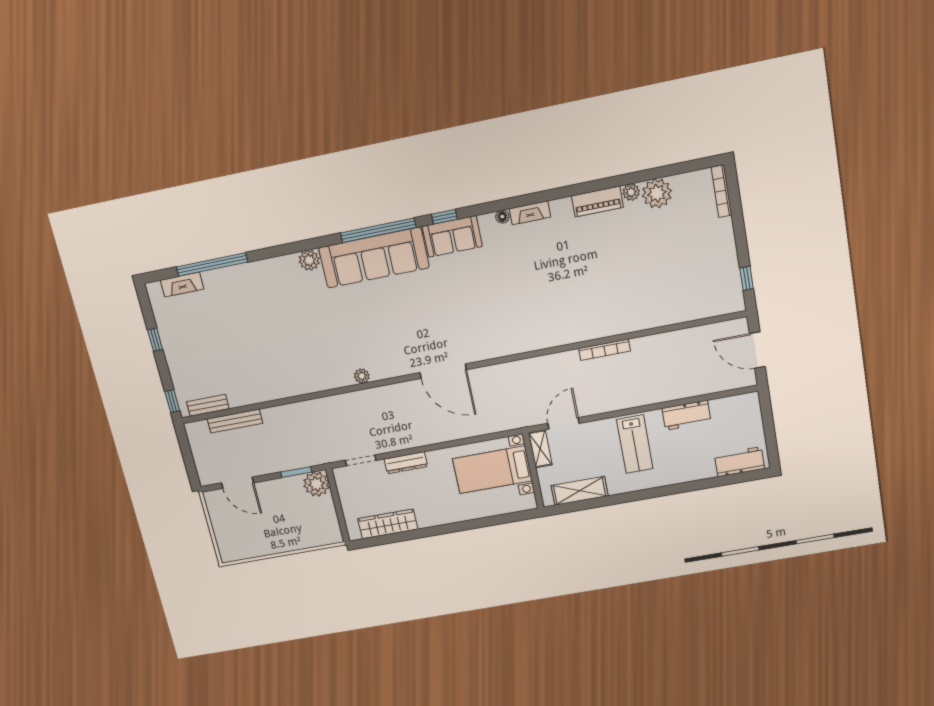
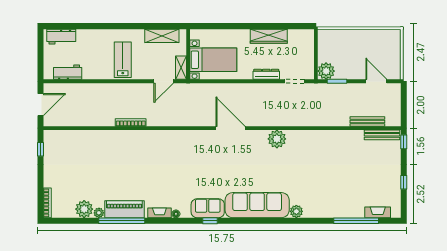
piano: (597, 202) -> (124, 209), width x1.37, depth x1.33
window: (378, 230) -> (122, 221), moved
door: (757, 350) -> (40, 105), hinge flipped
plant: (362, 376) -> (277, 139), width x1.88, depth x1.88
bench: (208, 405) -> (382, 135), width x1.36
workbench: (686, 415) -> (68, 72), moved
wardrobe: (388, 524) -> (269, 36), moved

